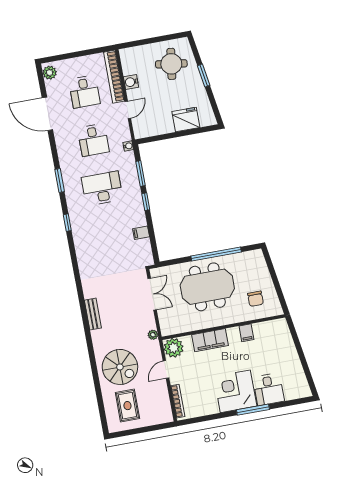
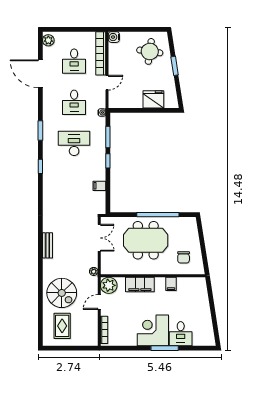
water cooler: (131, 82) -> (114, 37), moved

